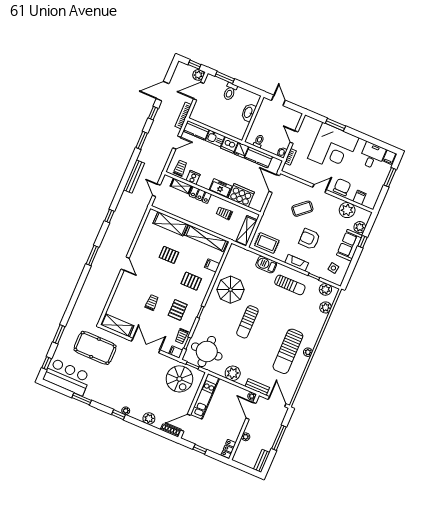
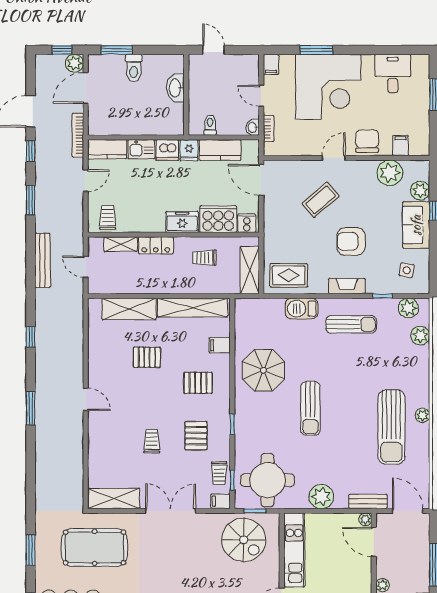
filing cabinet: (389, 157) -> (271, 64), moved
cooker: (193, 177) -> (247, 223), moved

